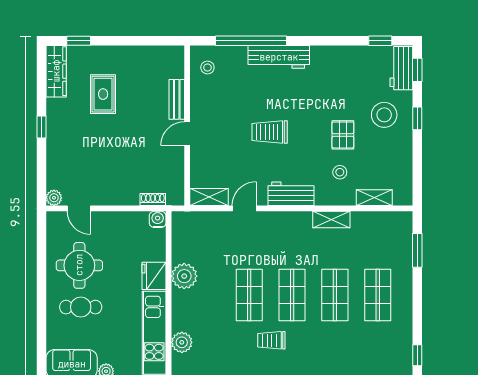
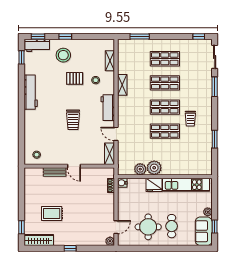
window: (251, 41) -> (22, 130), removed
workbench: (279, 57) -> (31, 92), moved
plant: (182, 342) -> (140, 169), moved

